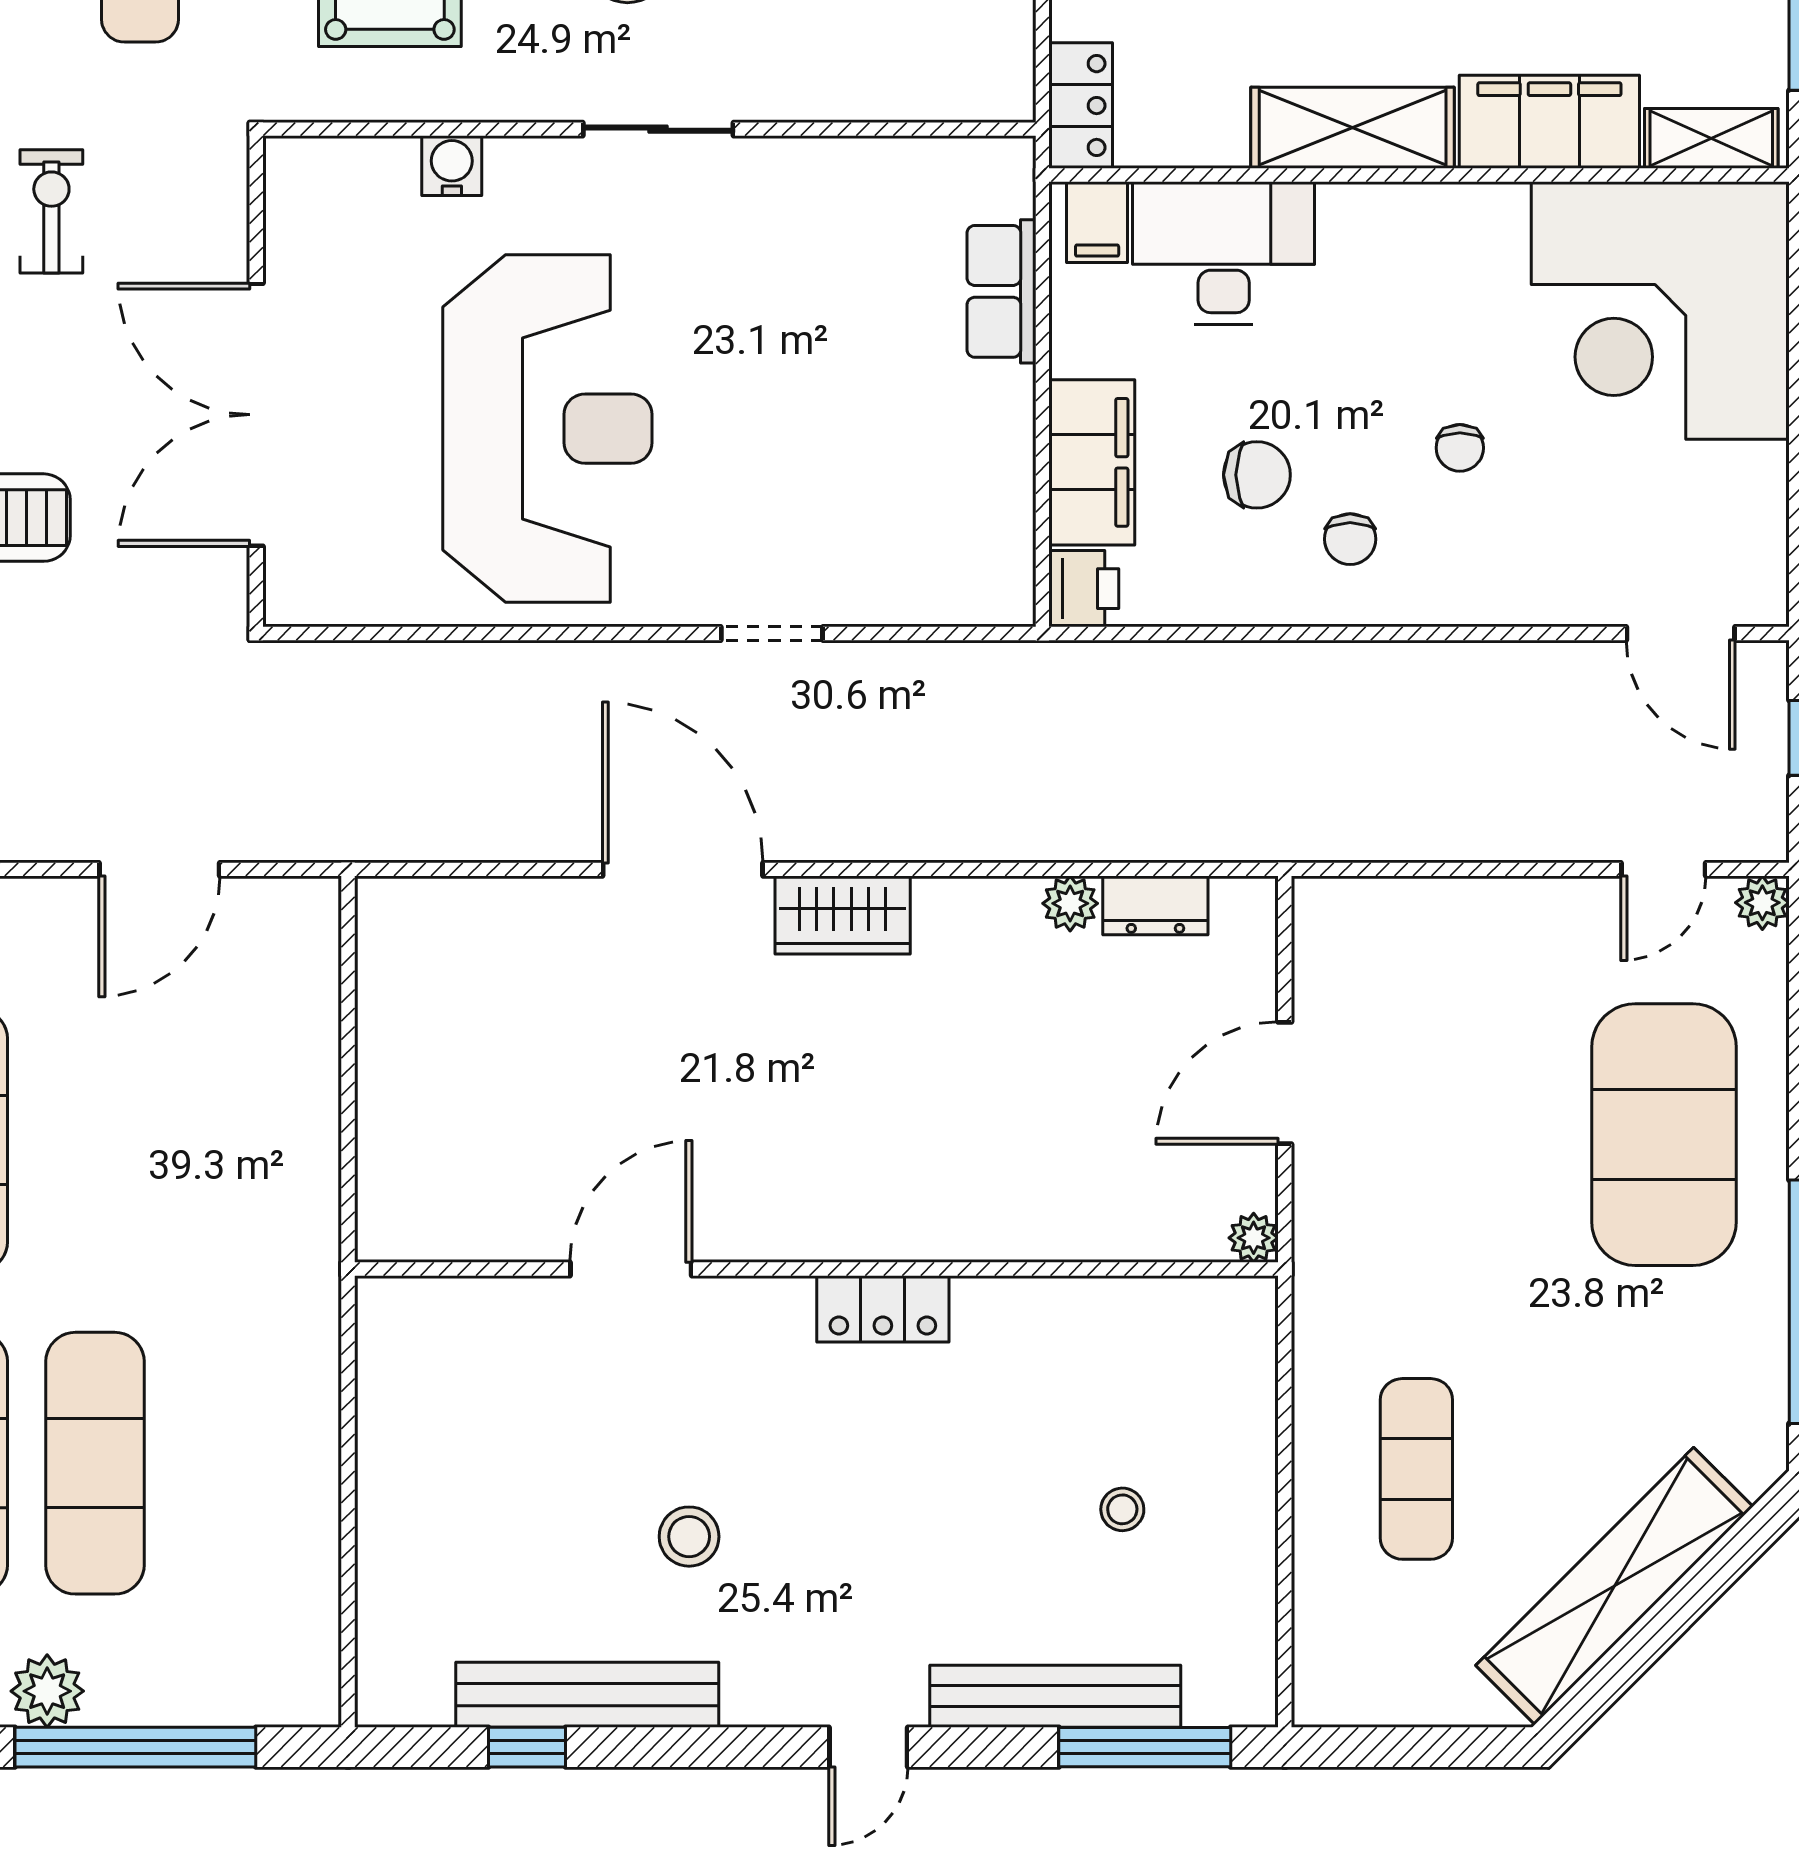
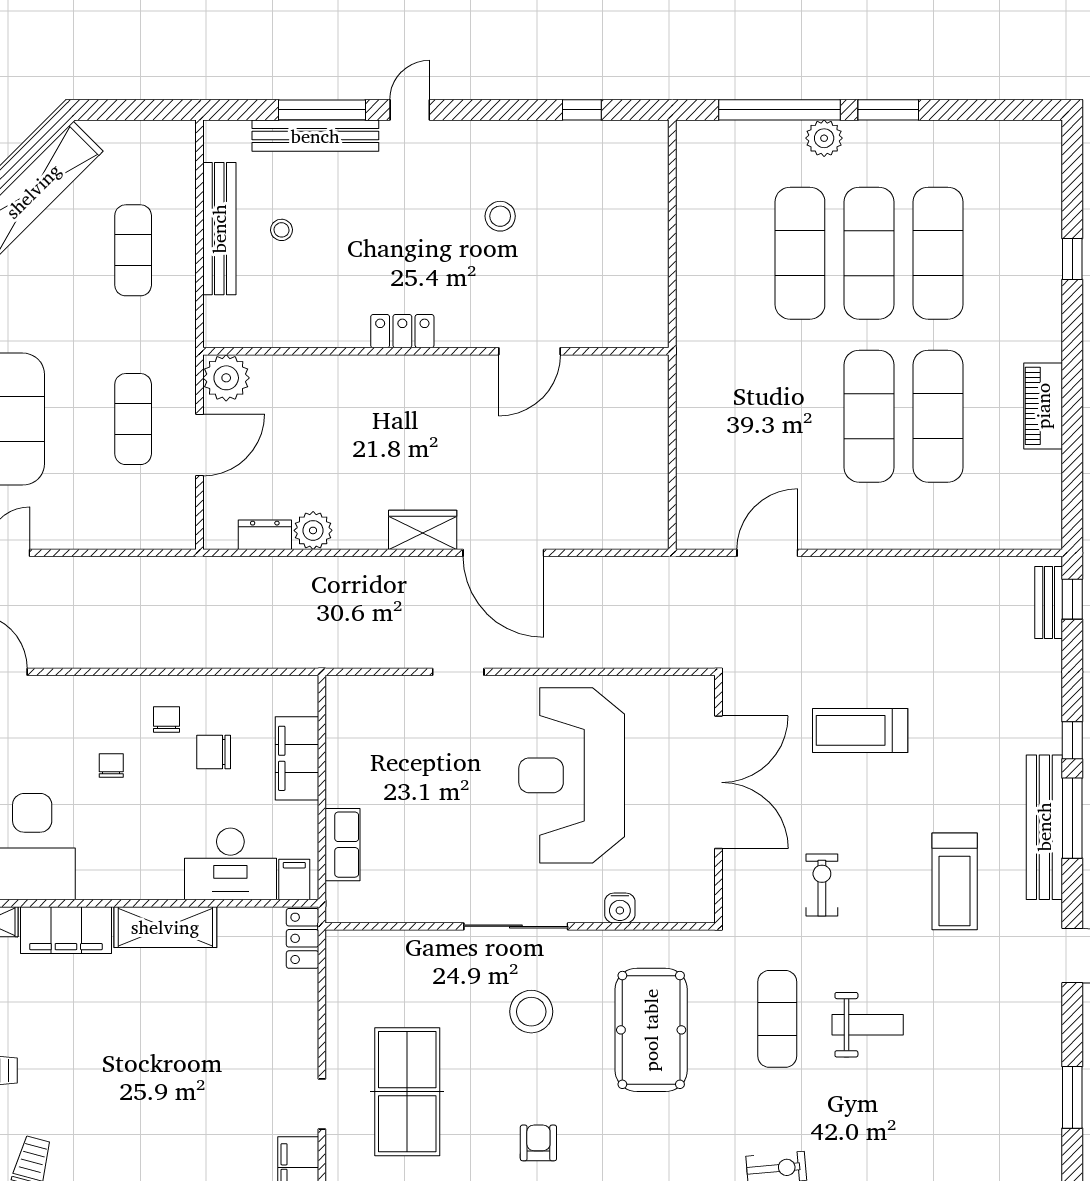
sliding door: (658, 129) -> (516, 926), width x1.37
exercise bike: (51, 211) -> (822, 885), turned 180
printer: (1084, 589) -> (301, 695), removed
plant: (1070, 903) -> (313, 530), width x1.38, depth x1.38
exercise mat: (1416, 1135) -> (133, 419), added
plant: (1254, 1238) -> (226, 378), width x1.88, depth x1.88
bench: (587, 1695) -> (219, 229), moved, turned 90
window: (1145, 1747) -> (322, 110), moved

